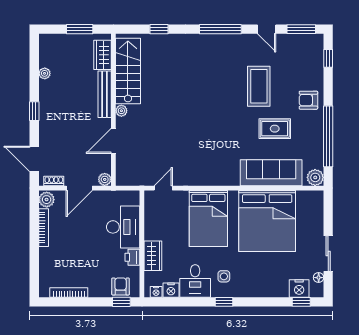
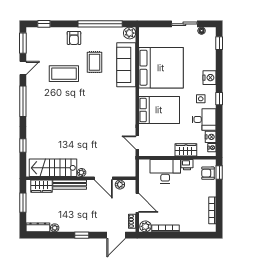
dresser: (45, 50) -> (38, 227), added
plant: (105, 179) -> (120, 185), moved
nightstand: (299, 289) -> (209, 78), moved

